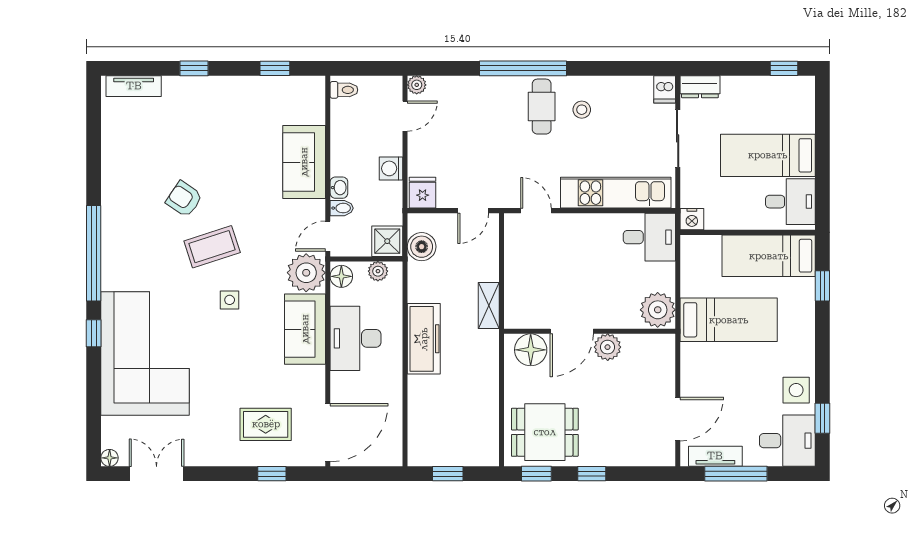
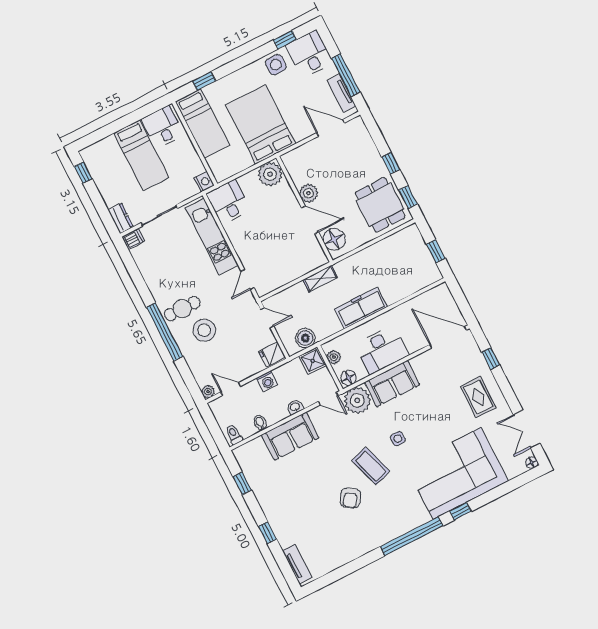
stool: (582, 110) -> (204, 330), moved, width x1.89, depth x1.89
bidet: (342, 208) -> (260, 423), moved
bed: (729, 320) -> (261, 124), width x1.50
rug: (266, 424) -> (478, 397), moved

